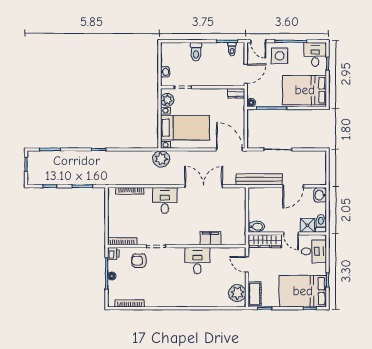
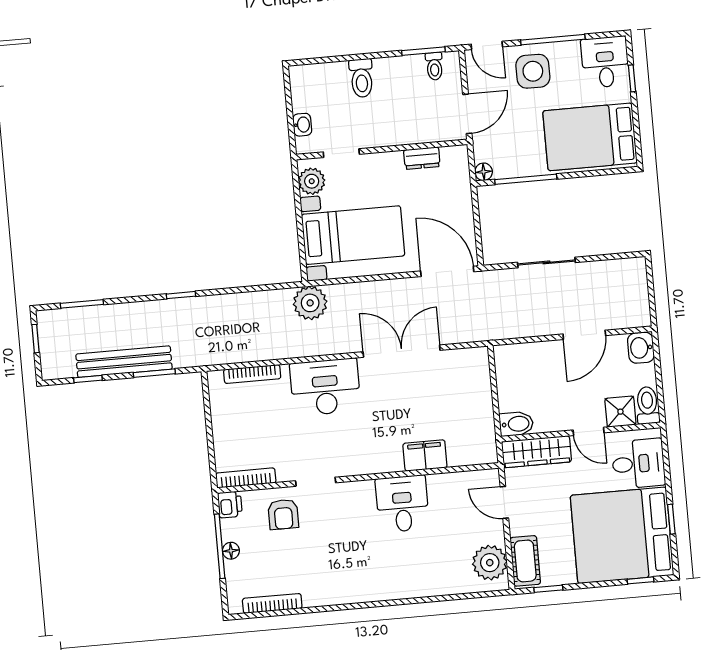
dresser: (236, 93) -> (422, 158), moved
bench: (259, 179) -> (124, 362), moved
desk: (165, 200) -> (325, 387), width x1.37
armchair: (139, 261) -> (283, 514), turned -90
bed: (303, 291) -> (622, 535), width x1.36

